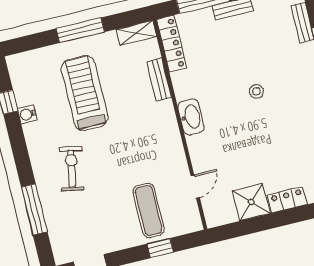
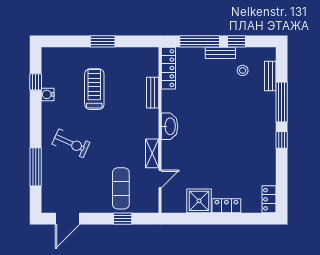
window: (80, 30) -> (103, 41), width x0.69
shelving: (136, 33) -> (152, 153), moved, turned 90
stool: (256, 91) -> (243, 70), moved
treadmill: (84, 93) -> (94, 89), width x0.73, depth x0.73
exercise bike: (72, 169) -> (71, 143), turned 103

